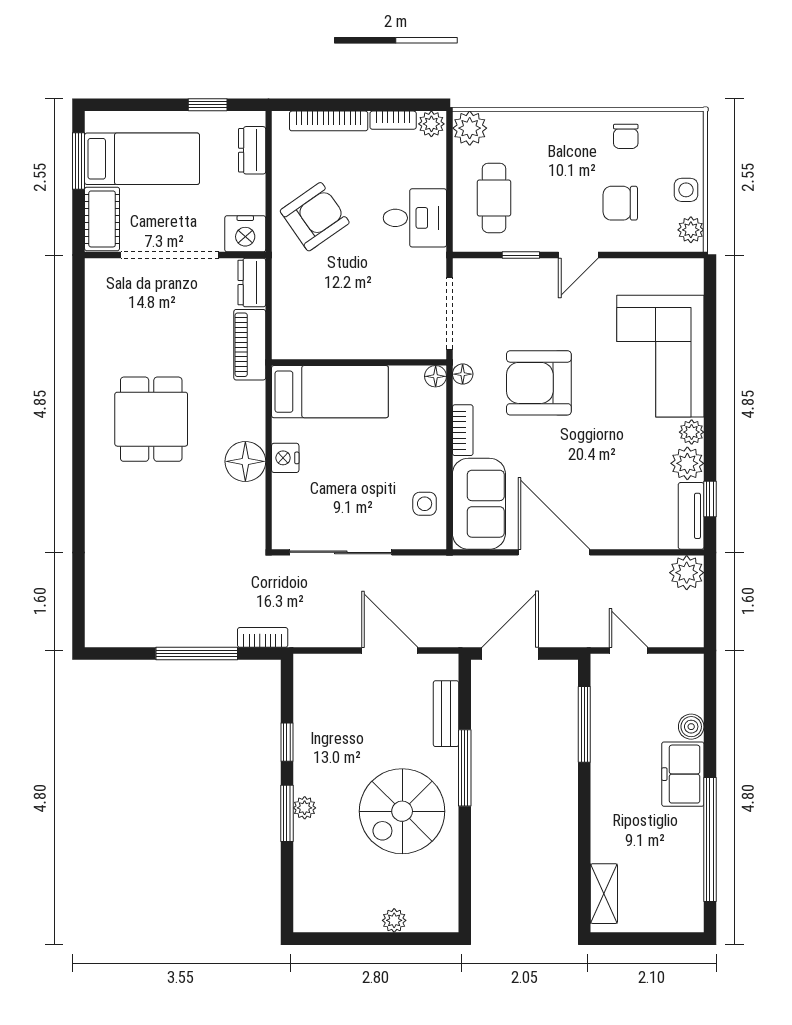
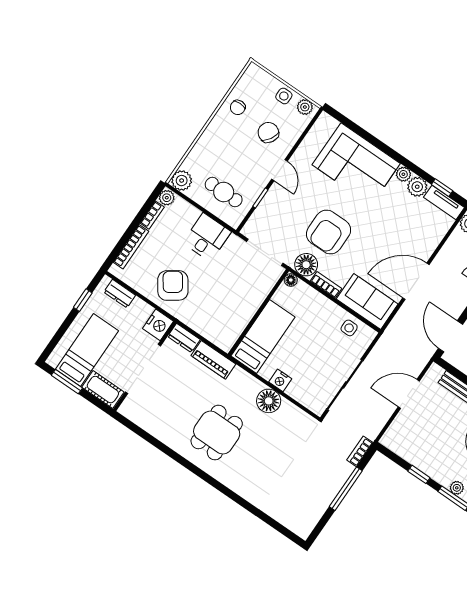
chair: (626, 136) -> (238, 107), turned 90
chair: (620, 203) -> (268, 132), turned 121
floor lamp: (463, 374) -> (306, 265), width x1.89, depth x1.89
dining table: (151, 419) -> (217, 433), turned 90

